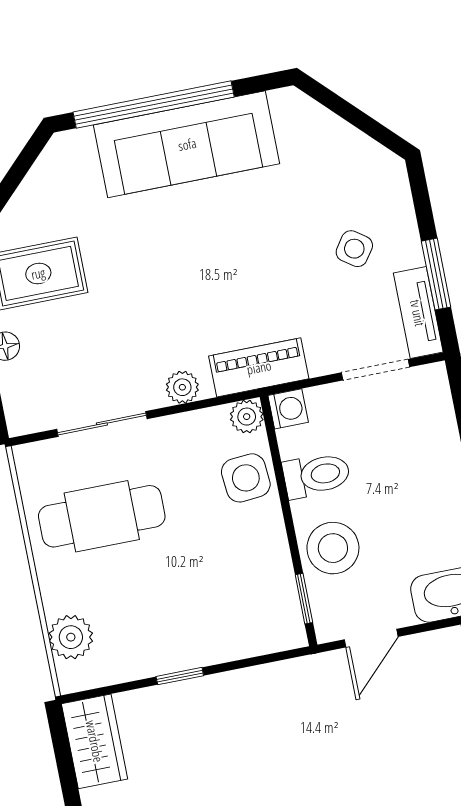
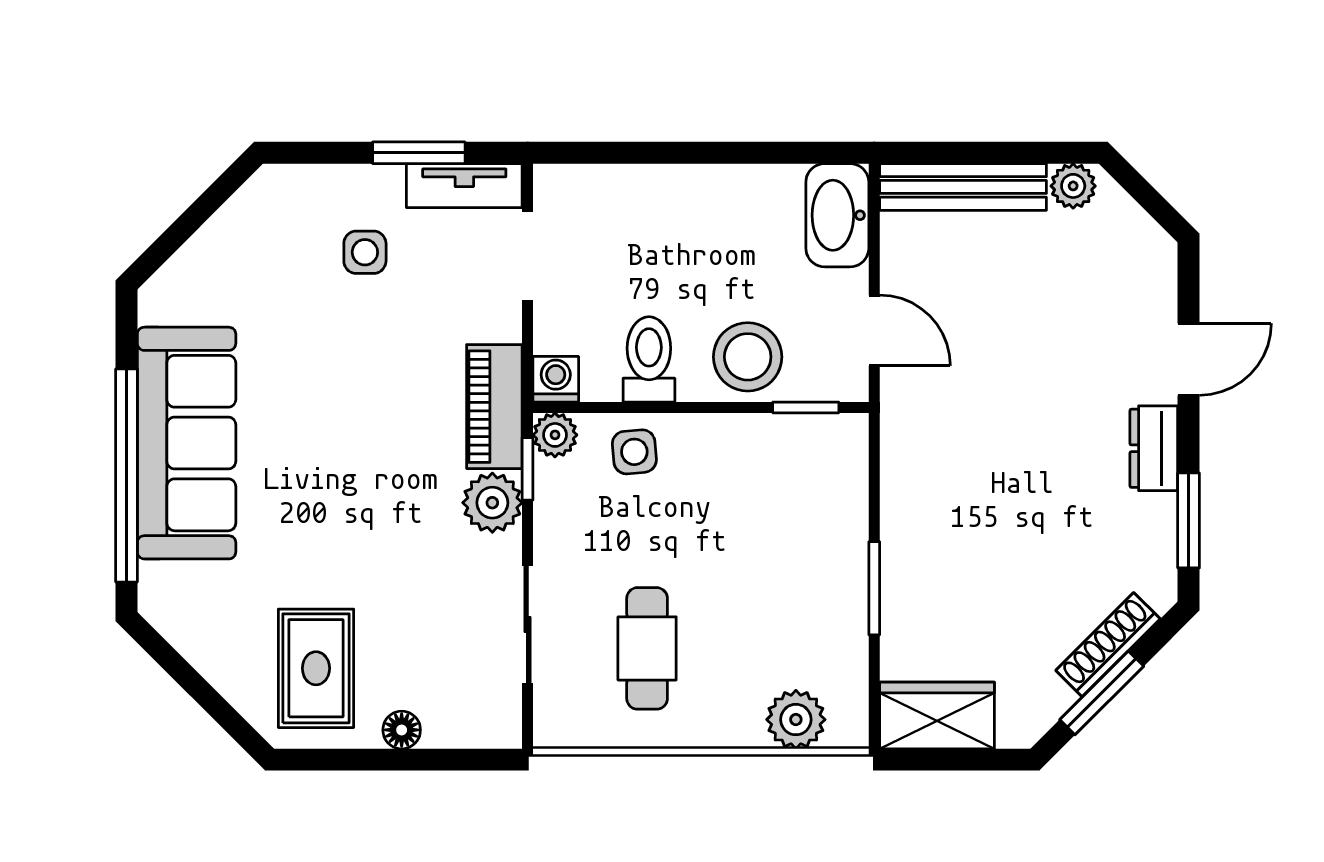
side table: (354, 249) -> (365, 252), turned -35
plant: (182, 387) -> (492, 503), width x1.38, depth x1.38
window: (217, 401) -> (527, 469), added
side table: (246, 478) -> (634, 452), width x0.73, depth x0.73
cafe table: (102, 516) -> (647, 648), width x0.73, depth x0.74
window: (180, 676) -> (874, 588), width x1.50

